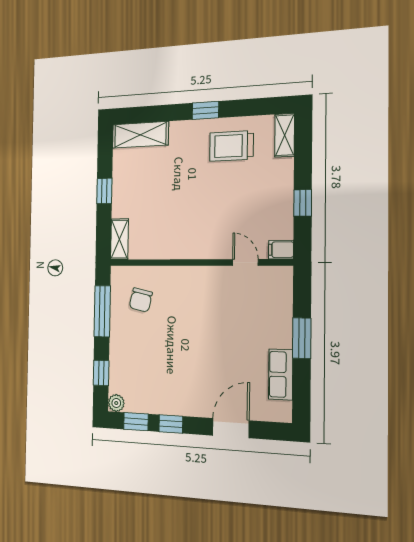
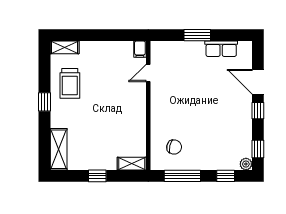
window: (303, 203) -> (110, 35), removed
window: (171, 424) -> (258, 111), moved

